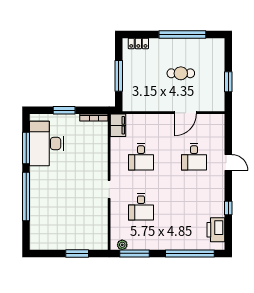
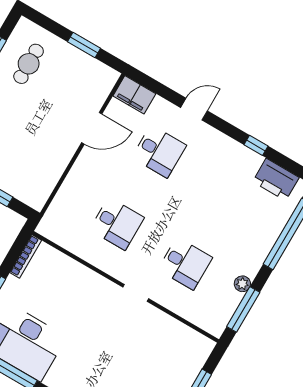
cafe table: (181, 73) -> (29, 64), moved
door: (185, 113) -> (92, 128), hinge flipped
filing cabinet: (118, 125) -> (134, 95), moved, turned 180
plant: (122, 245) -> (242, 284), moved

